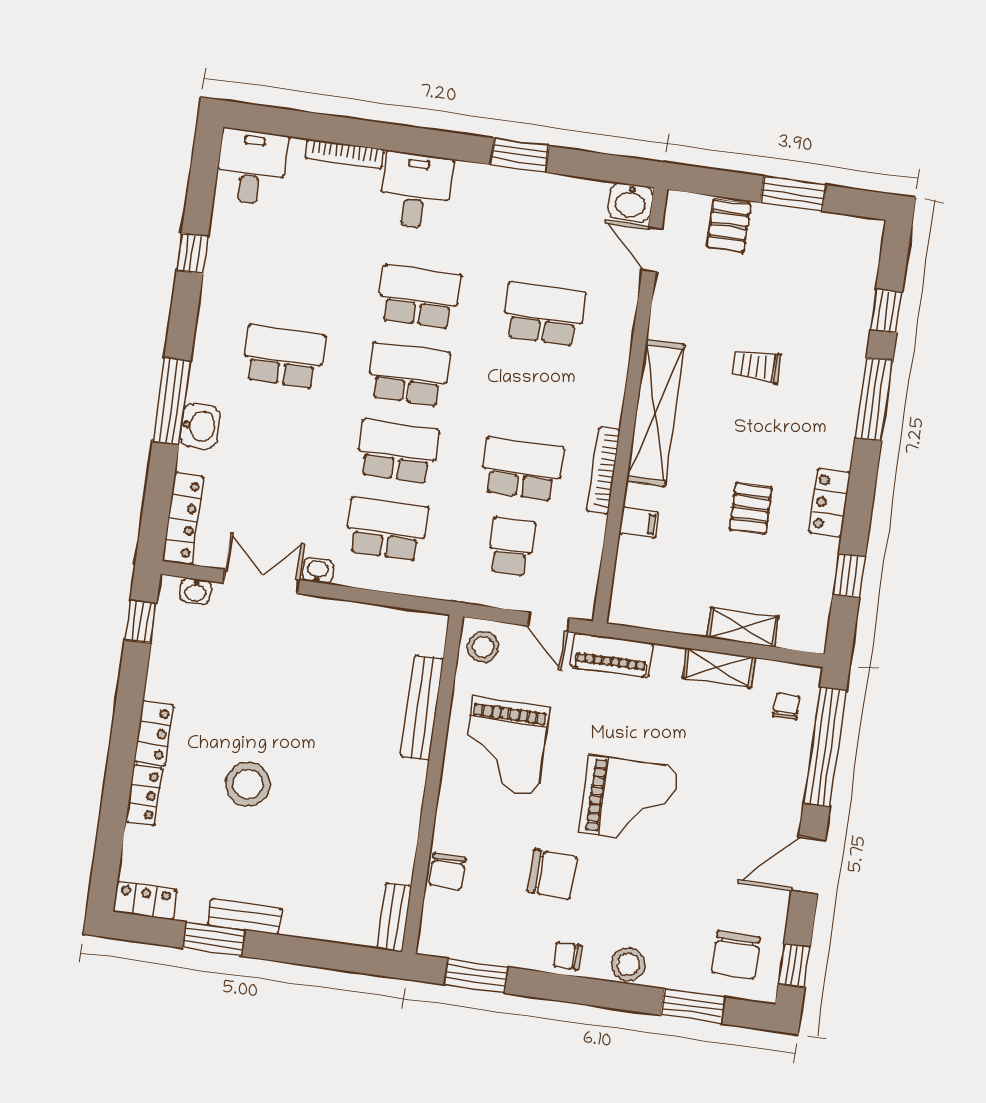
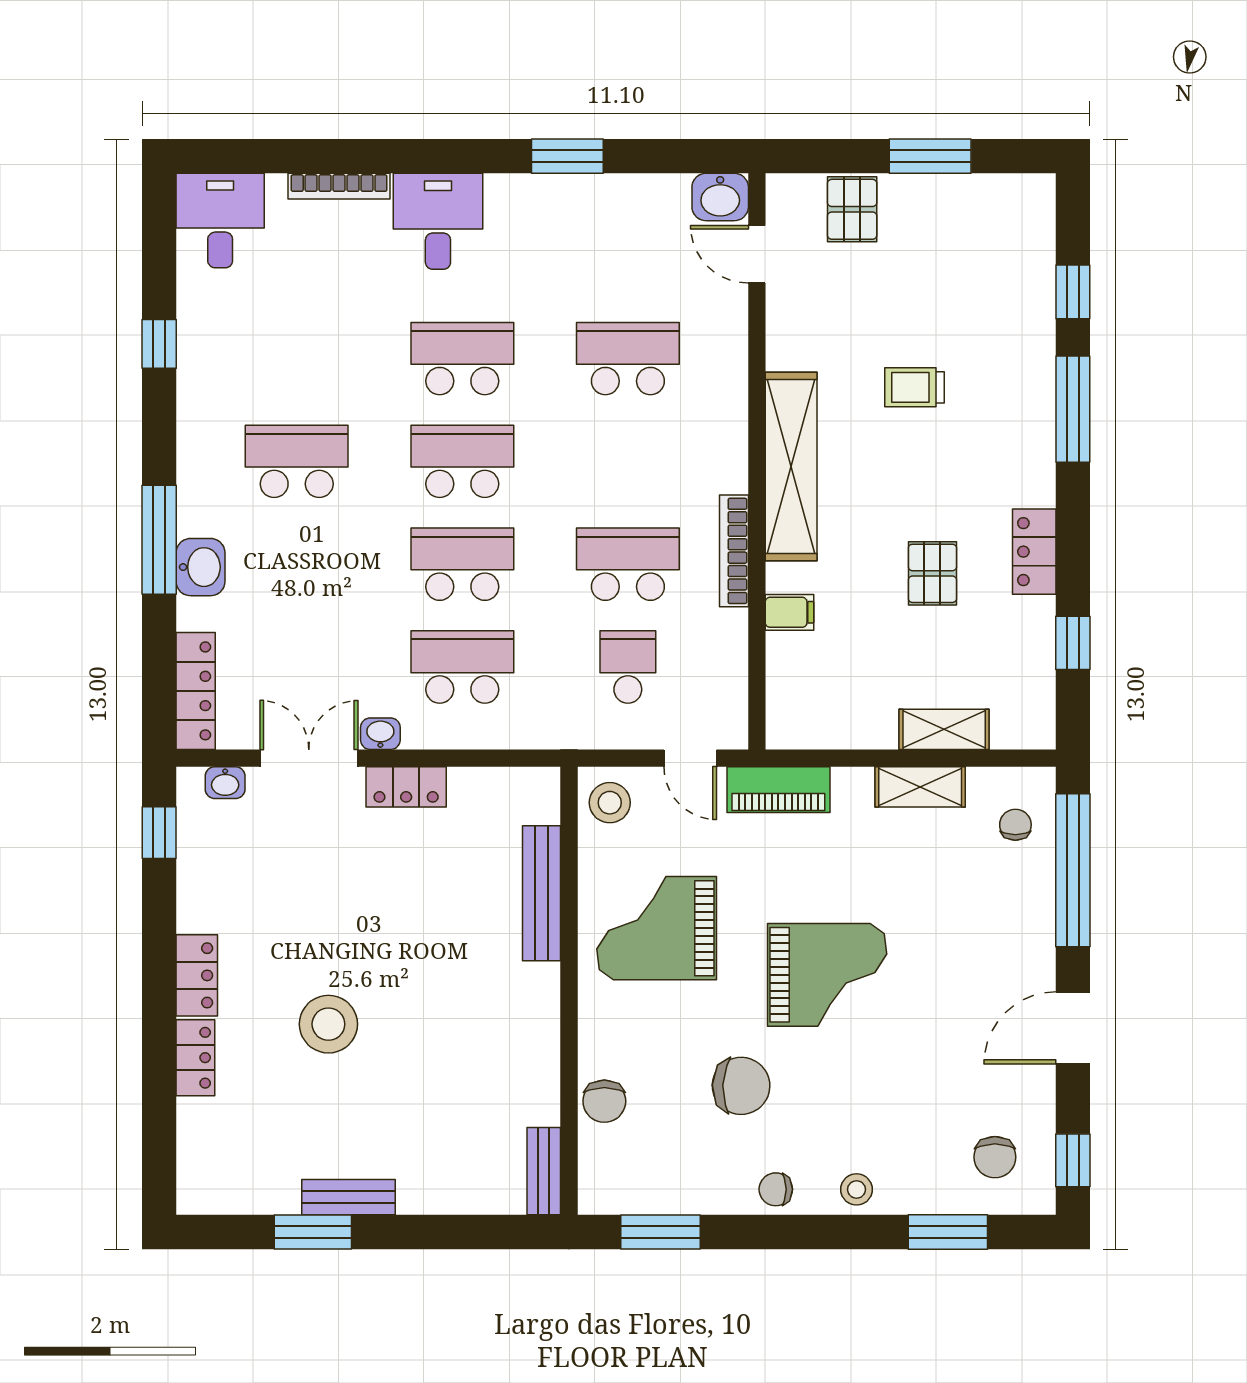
grand piano: (505, 746) -> (657, 928), turned 90
locker: (145, 901) -> (406, 787), moved, turned 180
chair: (736, 955) -> (995, 1157), width x0.73, depth x0.73
stool: (628, 964) -> (857, 1189), width x0.73, depth x0.73

